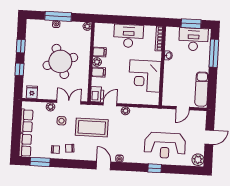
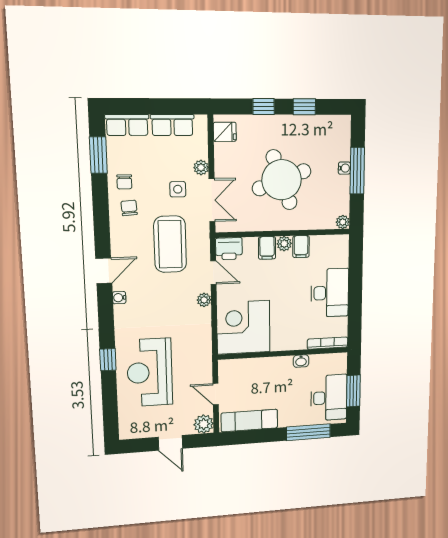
corner desk: (145, 76) -> (243, 327), moved
plant: (198, 160) -> (204, 424), moved

